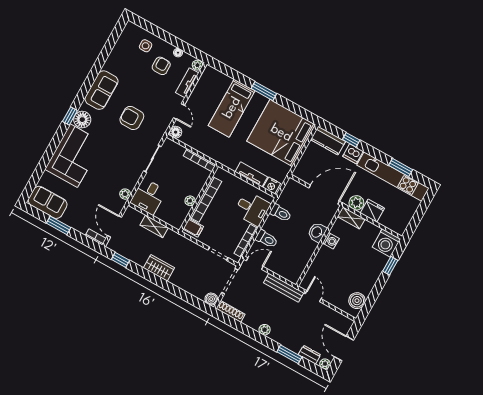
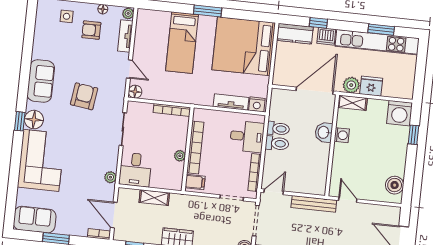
armchair: (161, 66) -> (91, 30), turned -90
armchair: (132, 118) -> (84, 96), turned 98
toilet: (267, 239) -> (277, 143), moved

